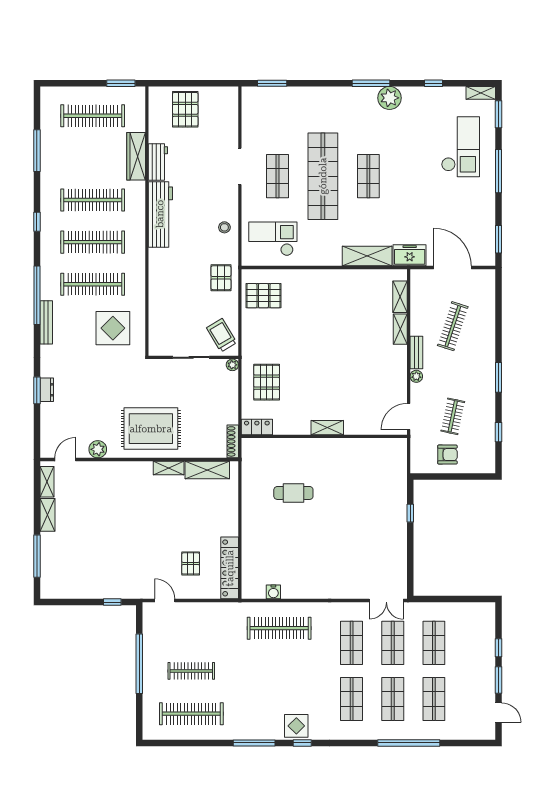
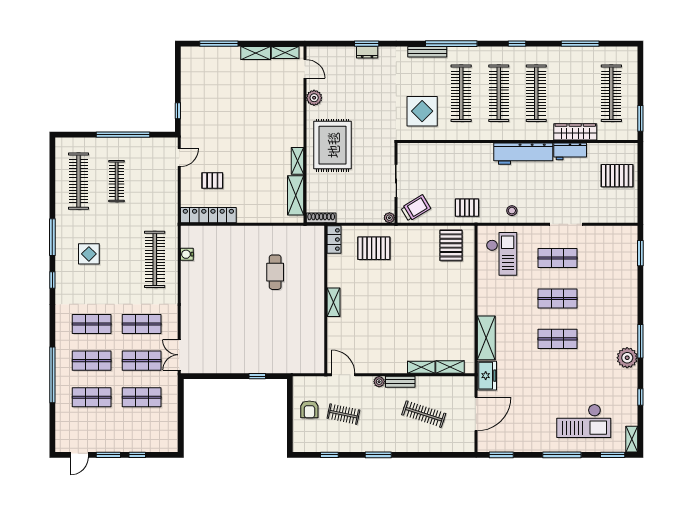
shop shelf: (323, 176) -> (557, 298), width x0.50, depth x0.74
display table: (296, 726) -> (89, 254), moved

